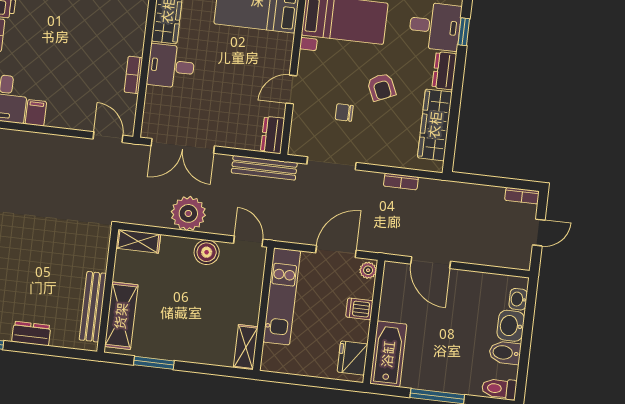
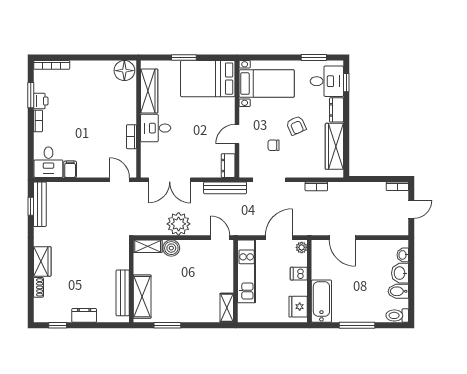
boiler: (207, 252) -> (171, 248), moved

